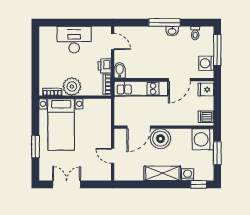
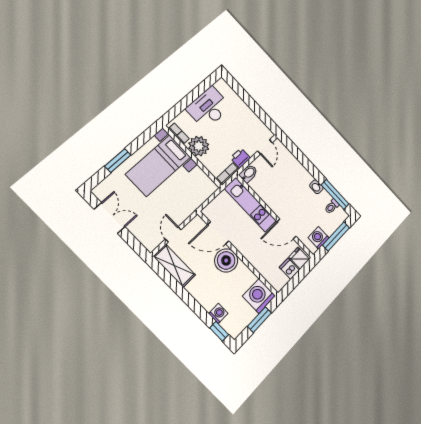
window: (165, 23) -> (335, 194), moved
desk: (74, 40) -> (209, 108), moved, turned -90
dishwasher: (206, 117) -> (289, 269), moved
shelving: (162, 173) -> (174, 266), moved

